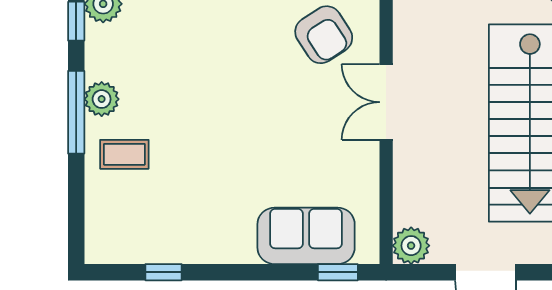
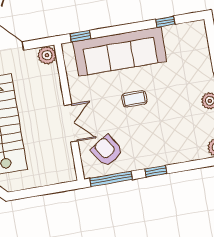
coffee table: (124, 154) -> (134, 99), moved
sofa: (306, 236) -> (120, 51), width x1.85, depth x1.27

